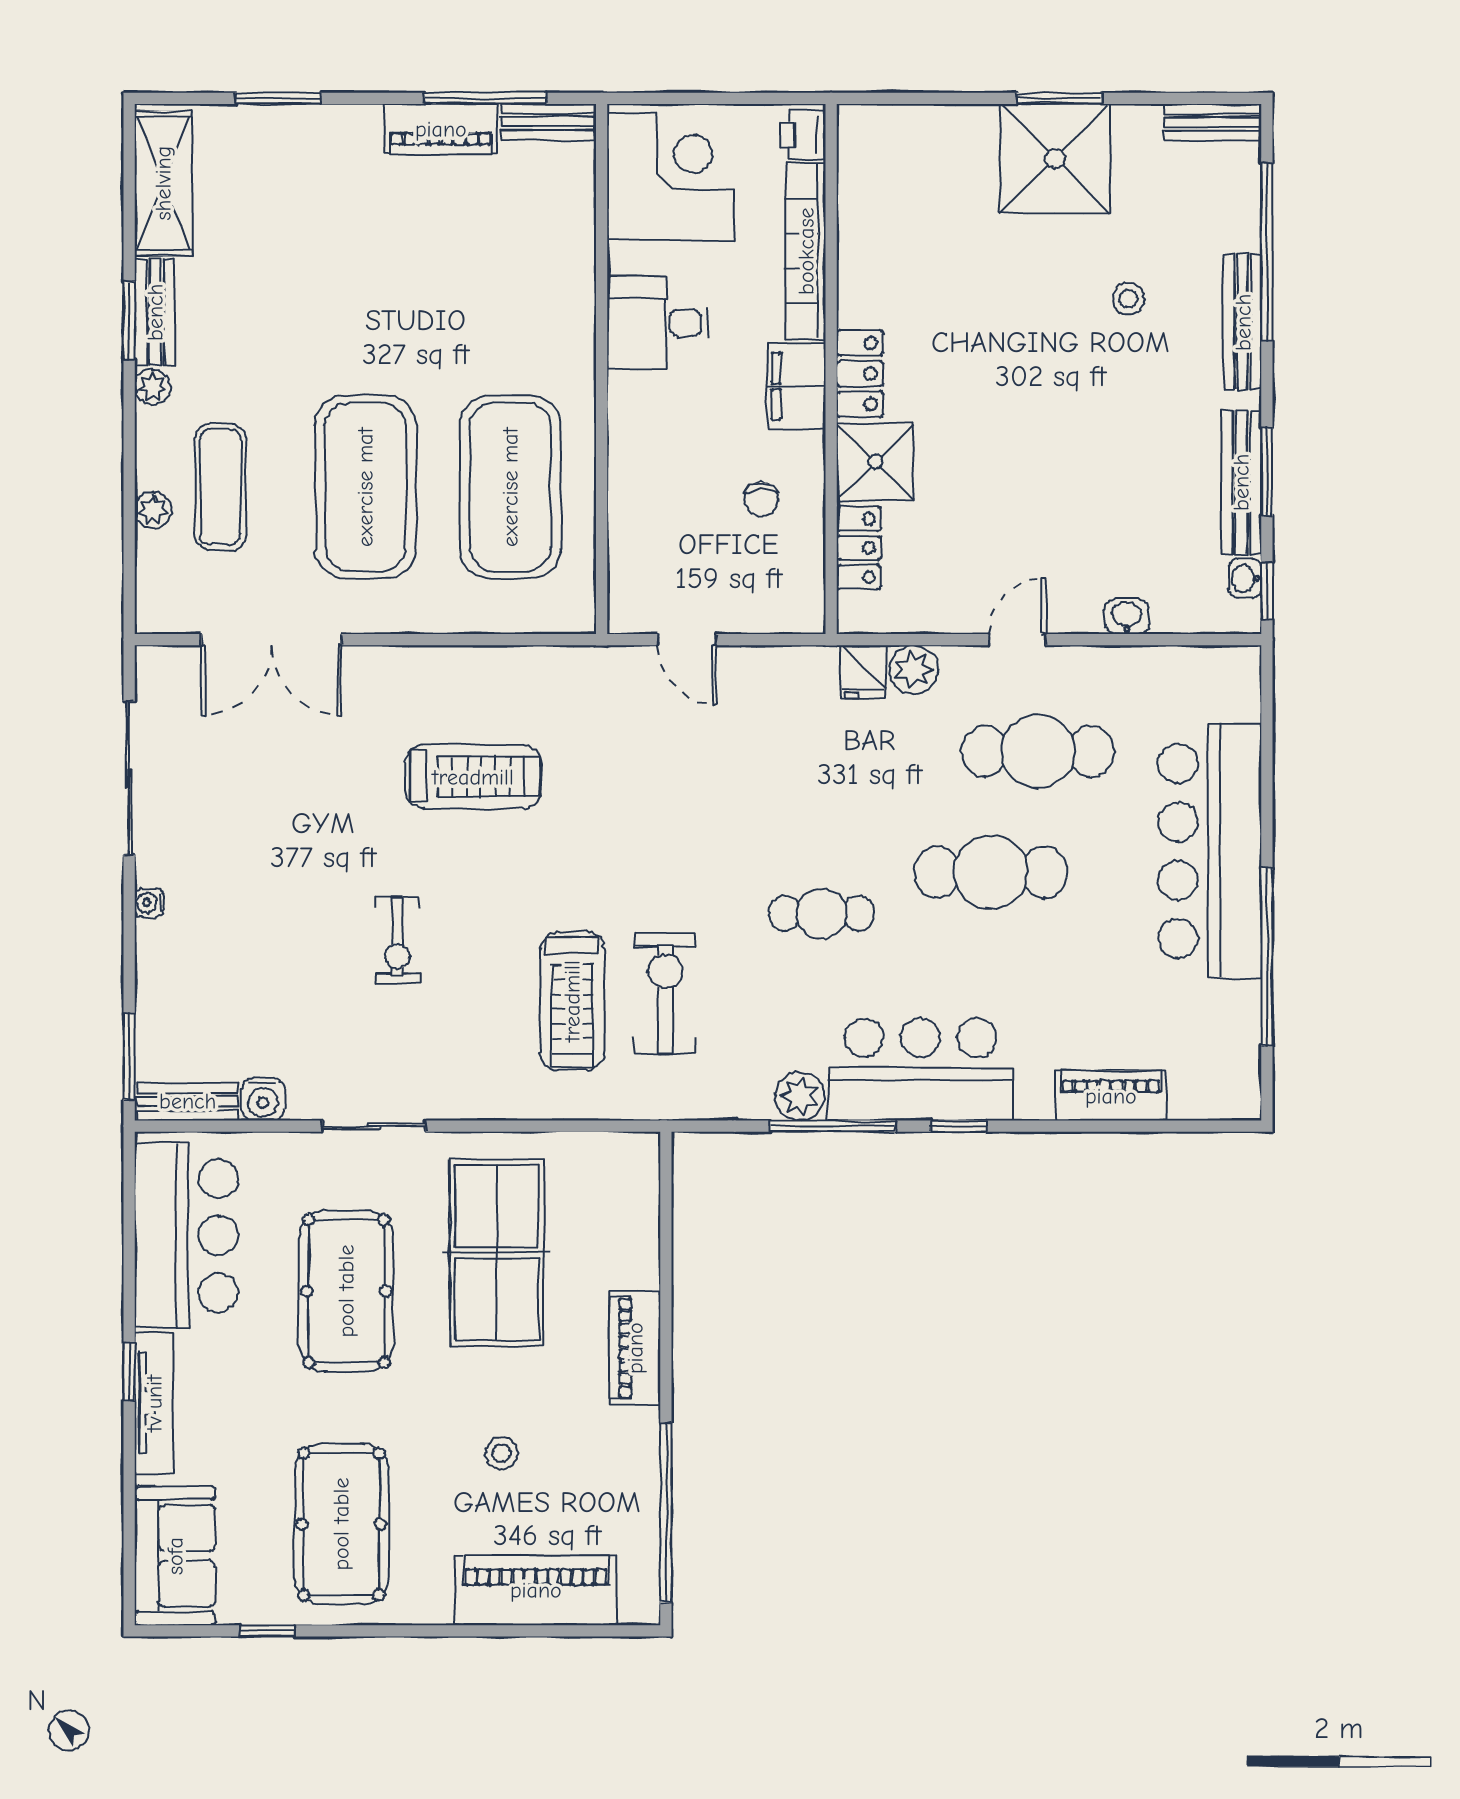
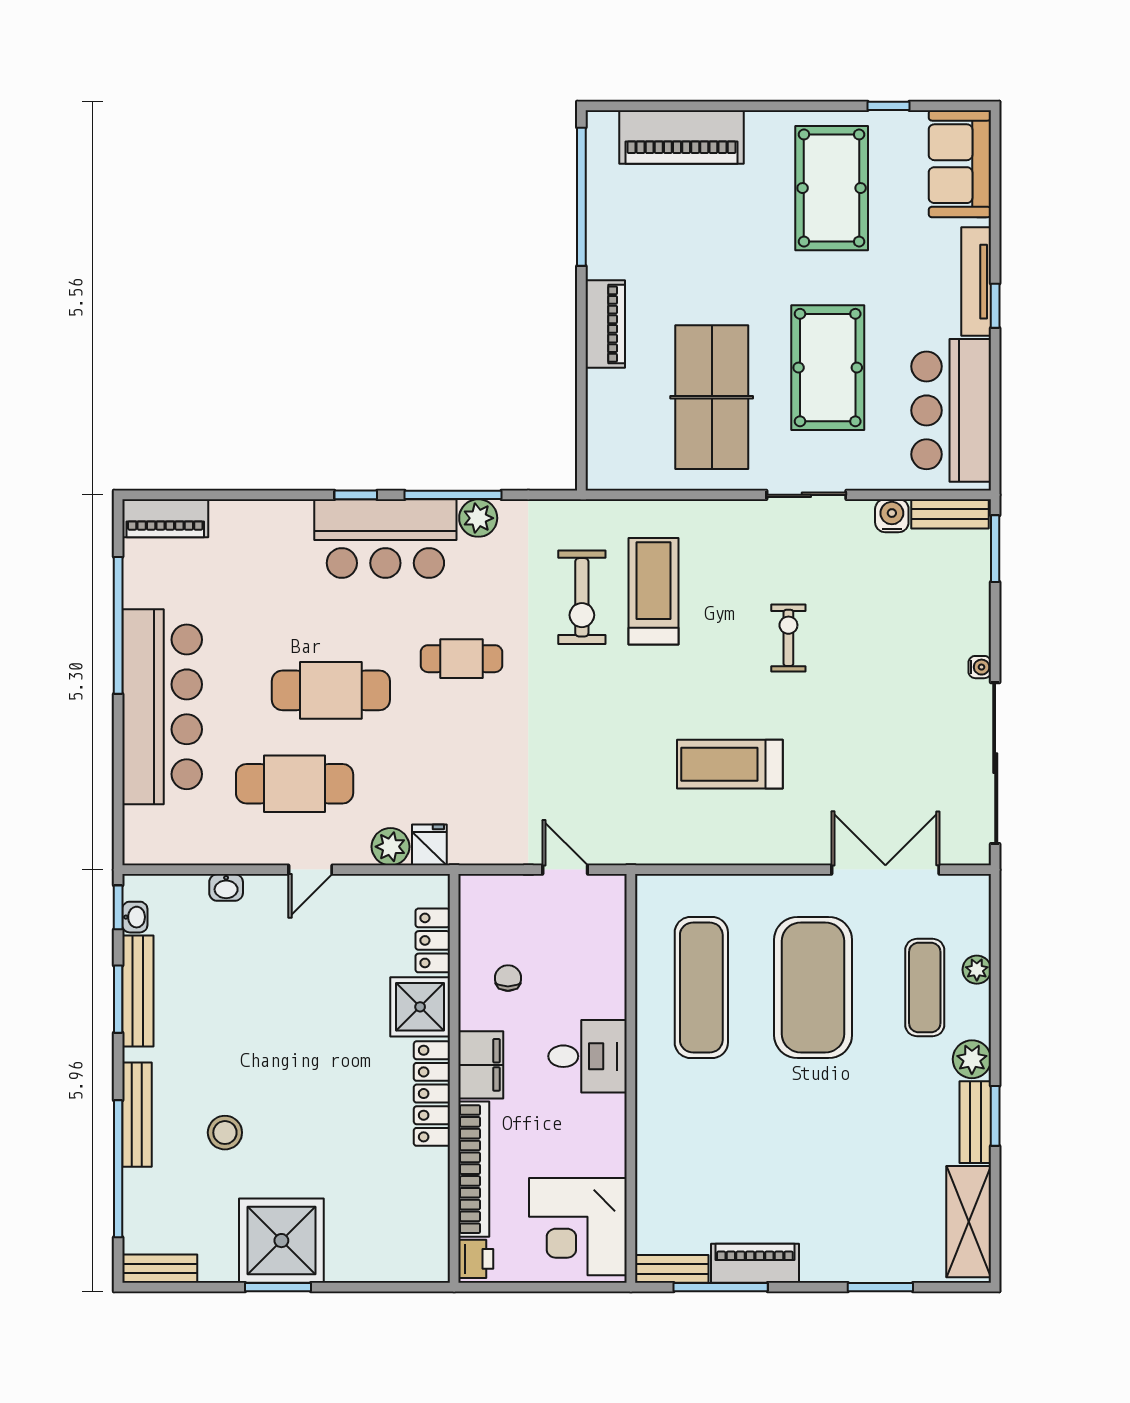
stool: (1128, 299) -> (225, 1133), width x1.37, depth x1.37
desk: (658, 323) -> (588, 1056), moved
locker: (860, 374) -> (432, 1094), width x1.53
plant: (153, 387) -> (972, 1059), width x1.38, depth x1.38
exercise mat: (510, 487) -> (701, 987), width x0.68
sliding door: (129, 778) -> (995, 763), width x1.36
piano: (1111, 1096) -> (165, 518), moved
stool: (501, 1453) -> (708, 243), removed

